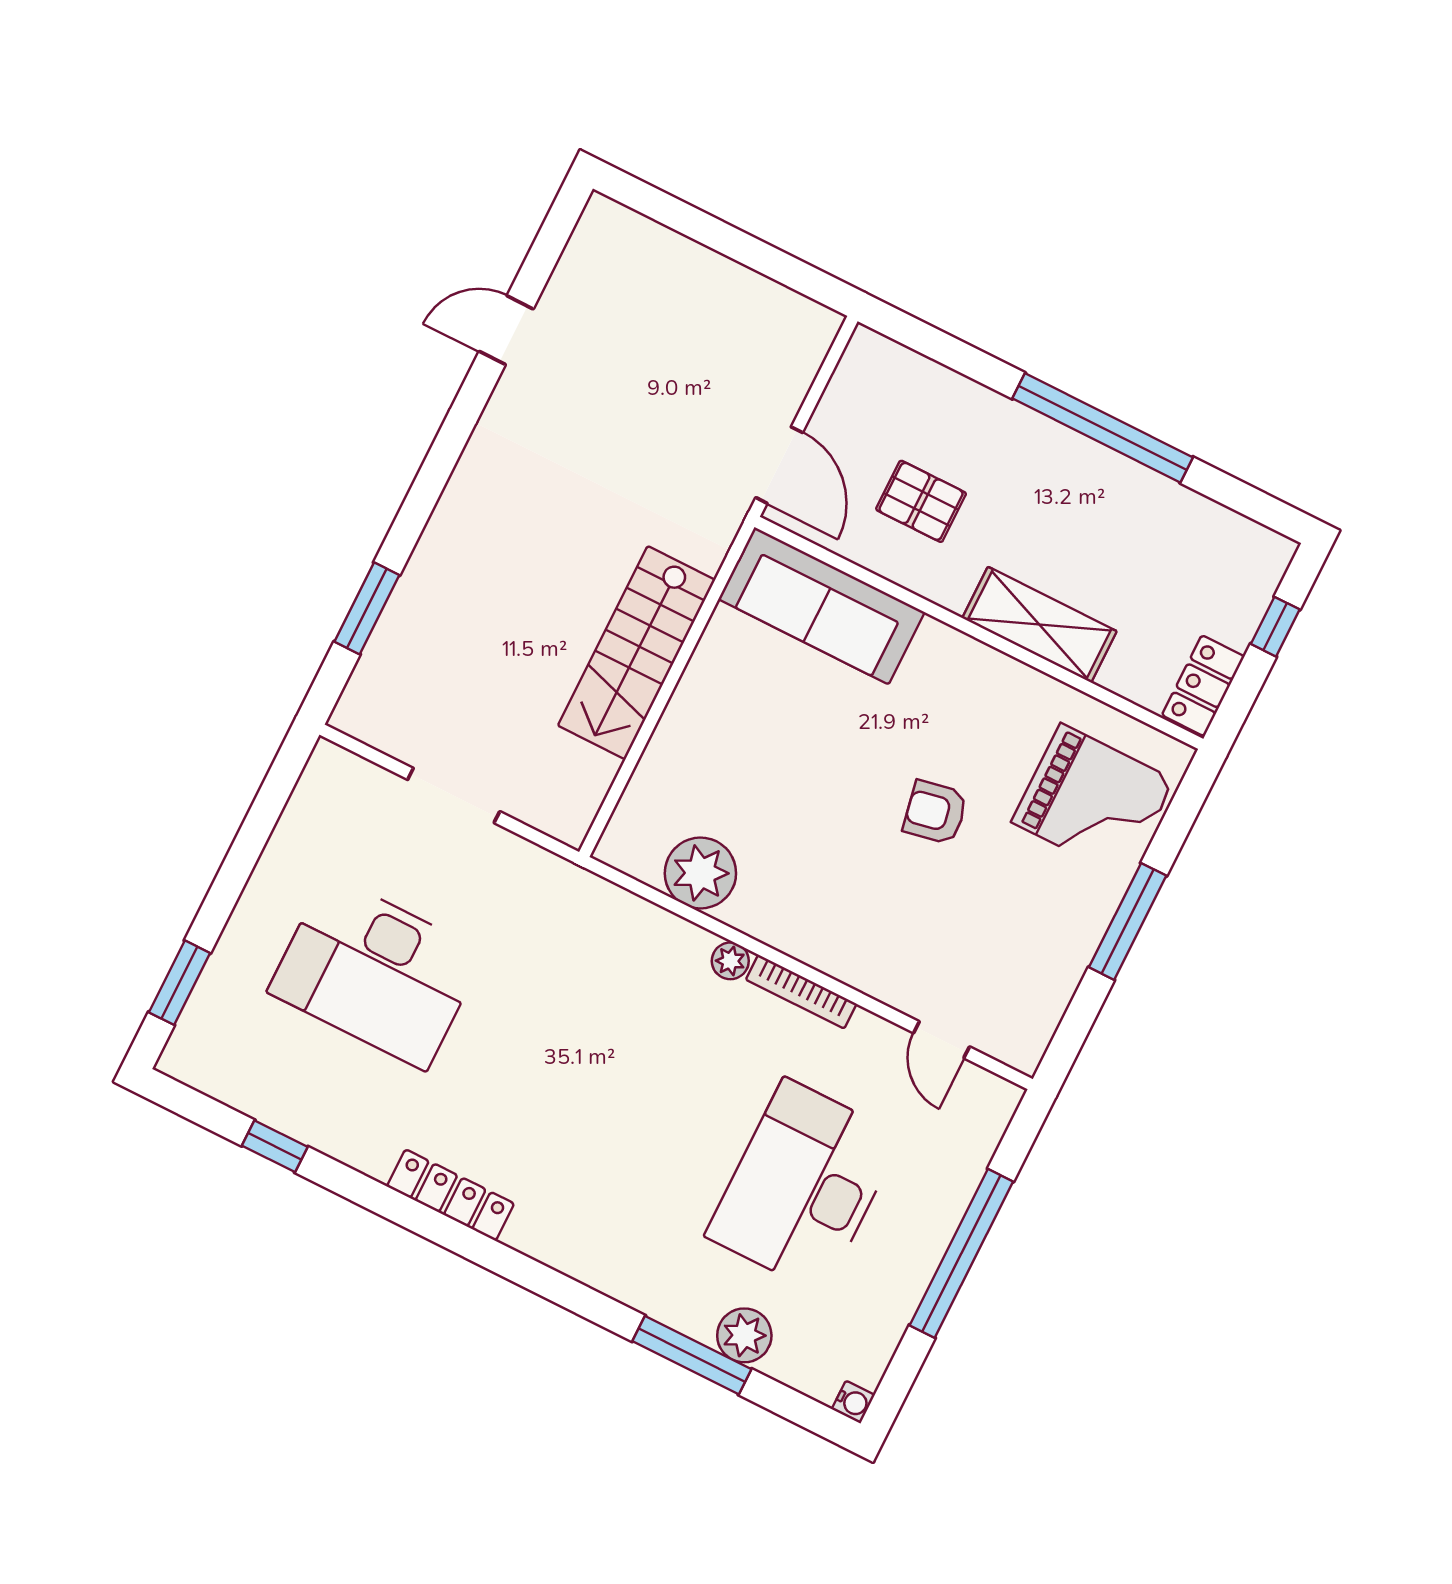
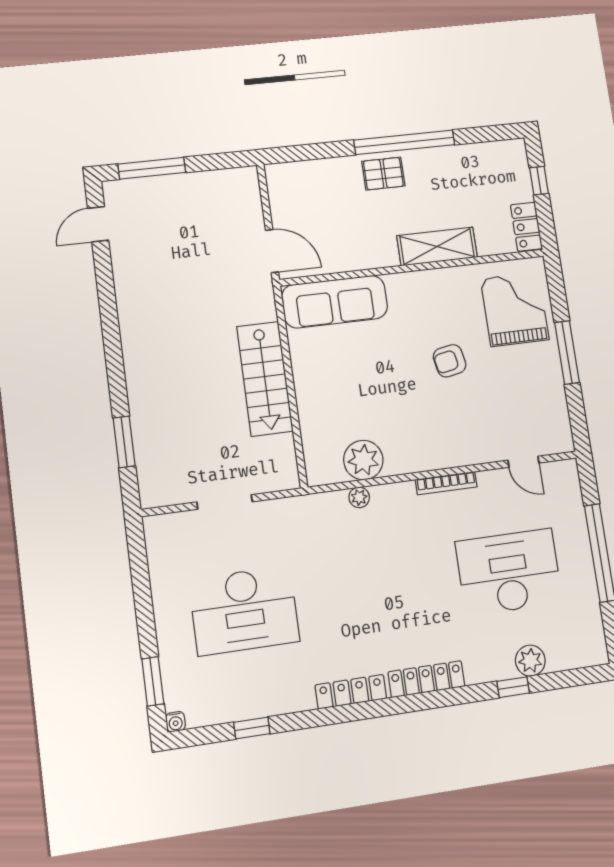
window: (683, 218) -> (152, 168), added
door: (506, 330) -> (98, 224), moved
pallet: (921, 501) -> (383, 174), moved
grand piano: (1093, 801) -> (515, 309), turned -90
plant: (730, 961) -> (359, 497), moved
desk: (803, 1186) -> (509, 572), turned 90
locker: (572, 1254) -> (426, 679), added
window: (692, 1355) -> (513, 687), width x0.46
water cooler: (853, 1402) -> (175, 722), moved, turned 90

